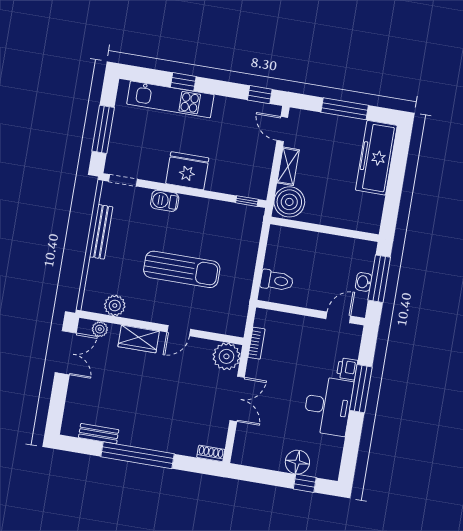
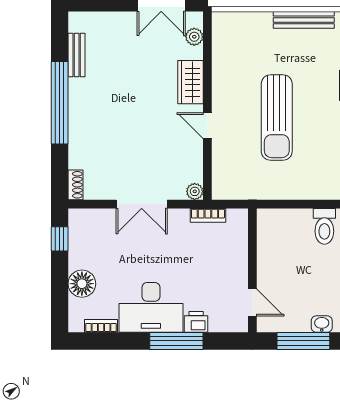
toilet: (277, 281) -> (324, 226), moved
washbasin: (364, 282) -> (322, 324), moved
plant: (115, 305) -> (224, 49), removed
plant: (226, 356) -> (195, 191), width x0.53, depth x0.53
bookcase: (337, 452) -> (101, 326), added
window: (305, 483) -> (60, 239), moved

